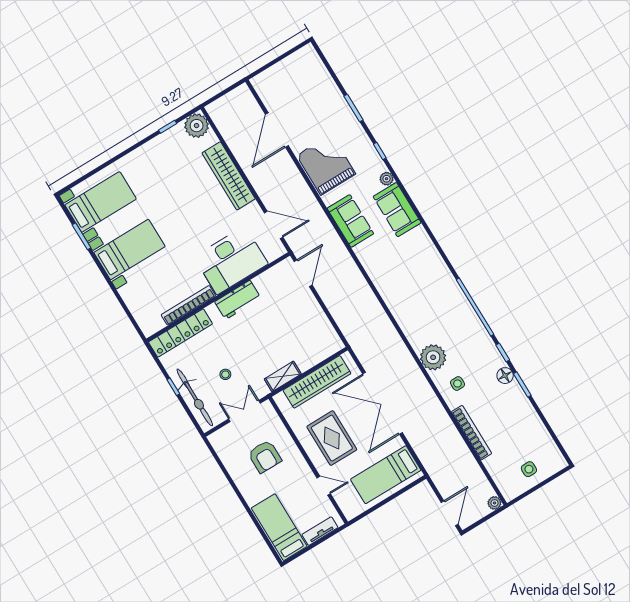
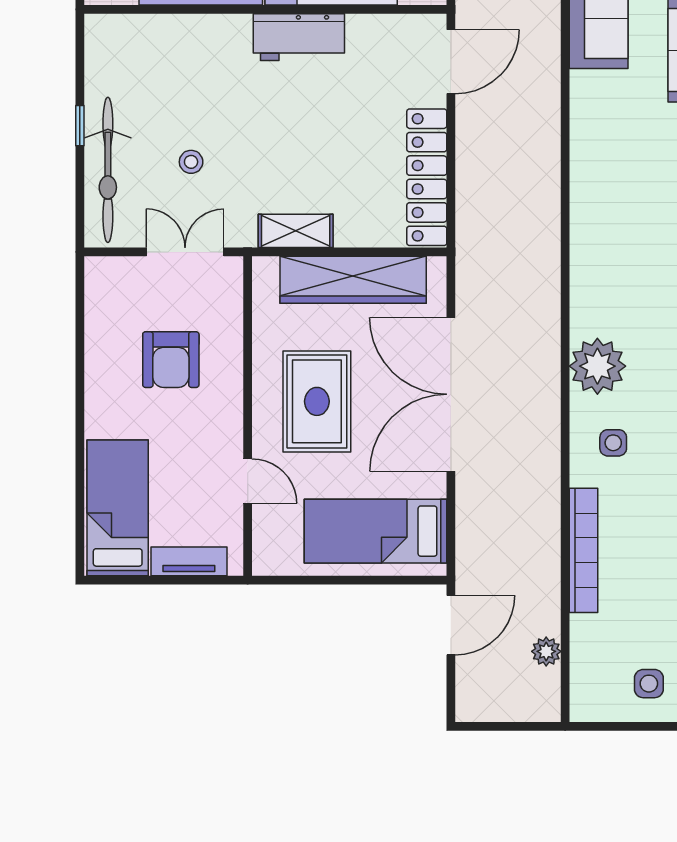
locker: (180, 333) -> (427, 177), moved, turned 90
plant: (494, 503) -> (546, 651), moved
door: (450, 513) -> (451, 625), moved

